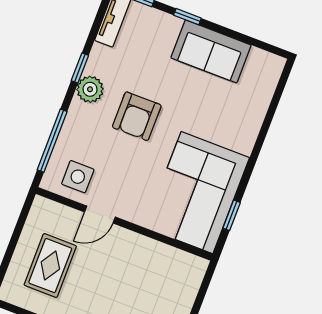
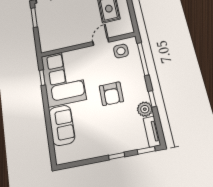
sofa: (211, 51) -> (62, 125), moved, turned 90
plant: (90, 89) -> (145, 109), moved
armchair: (137, 116) -> (111, 94), turned 180

